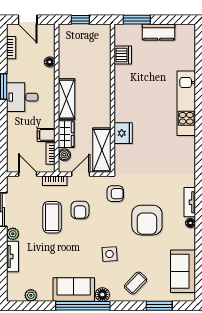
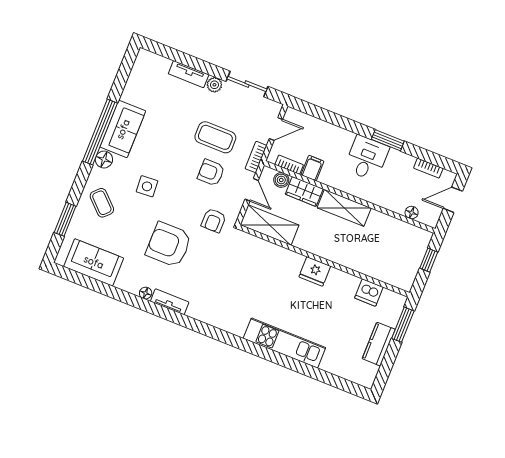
floor lamp: (50, 62) -> (412, 213), moved
fridge: (123, 133) -> (315, 271), moved
plant: (31, 295) -> (136, 77), removed

